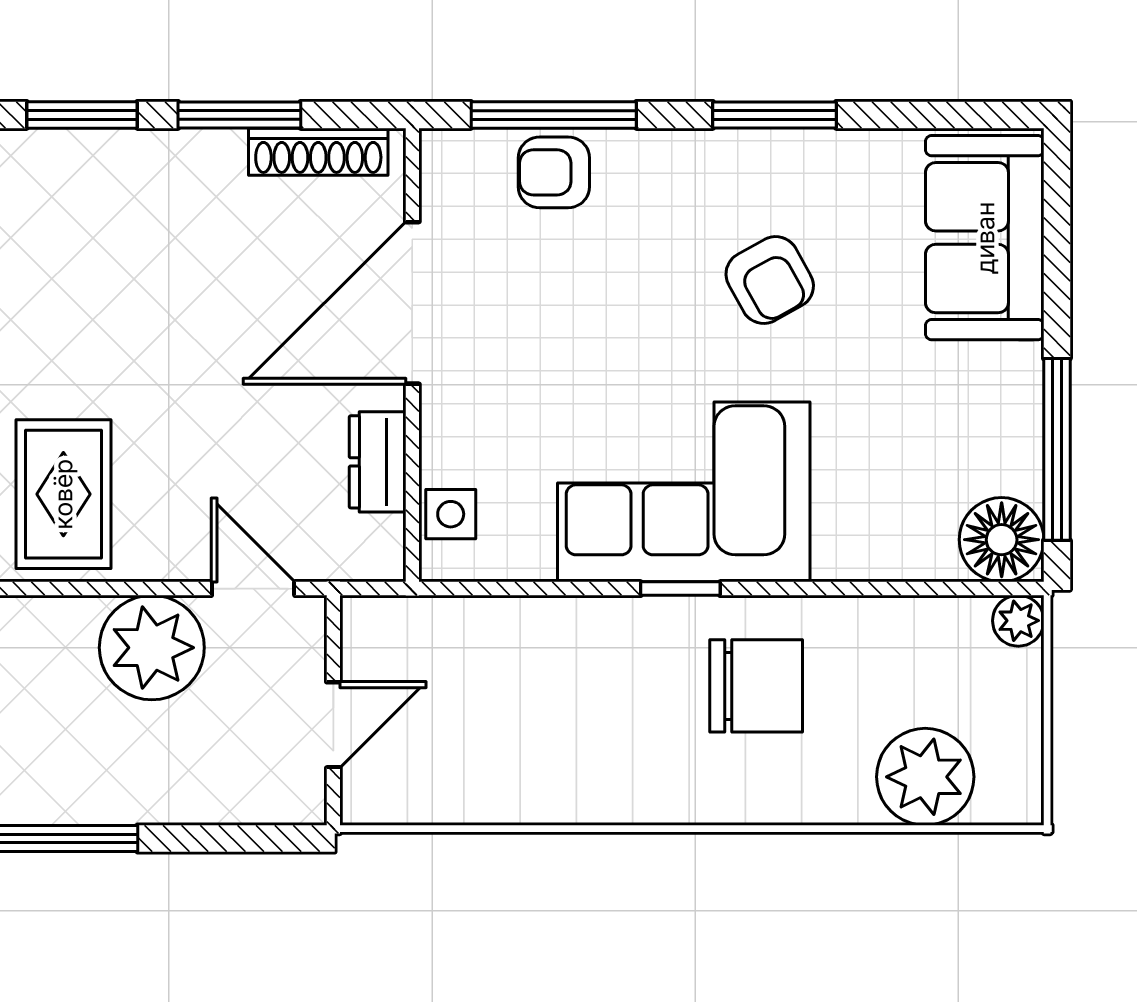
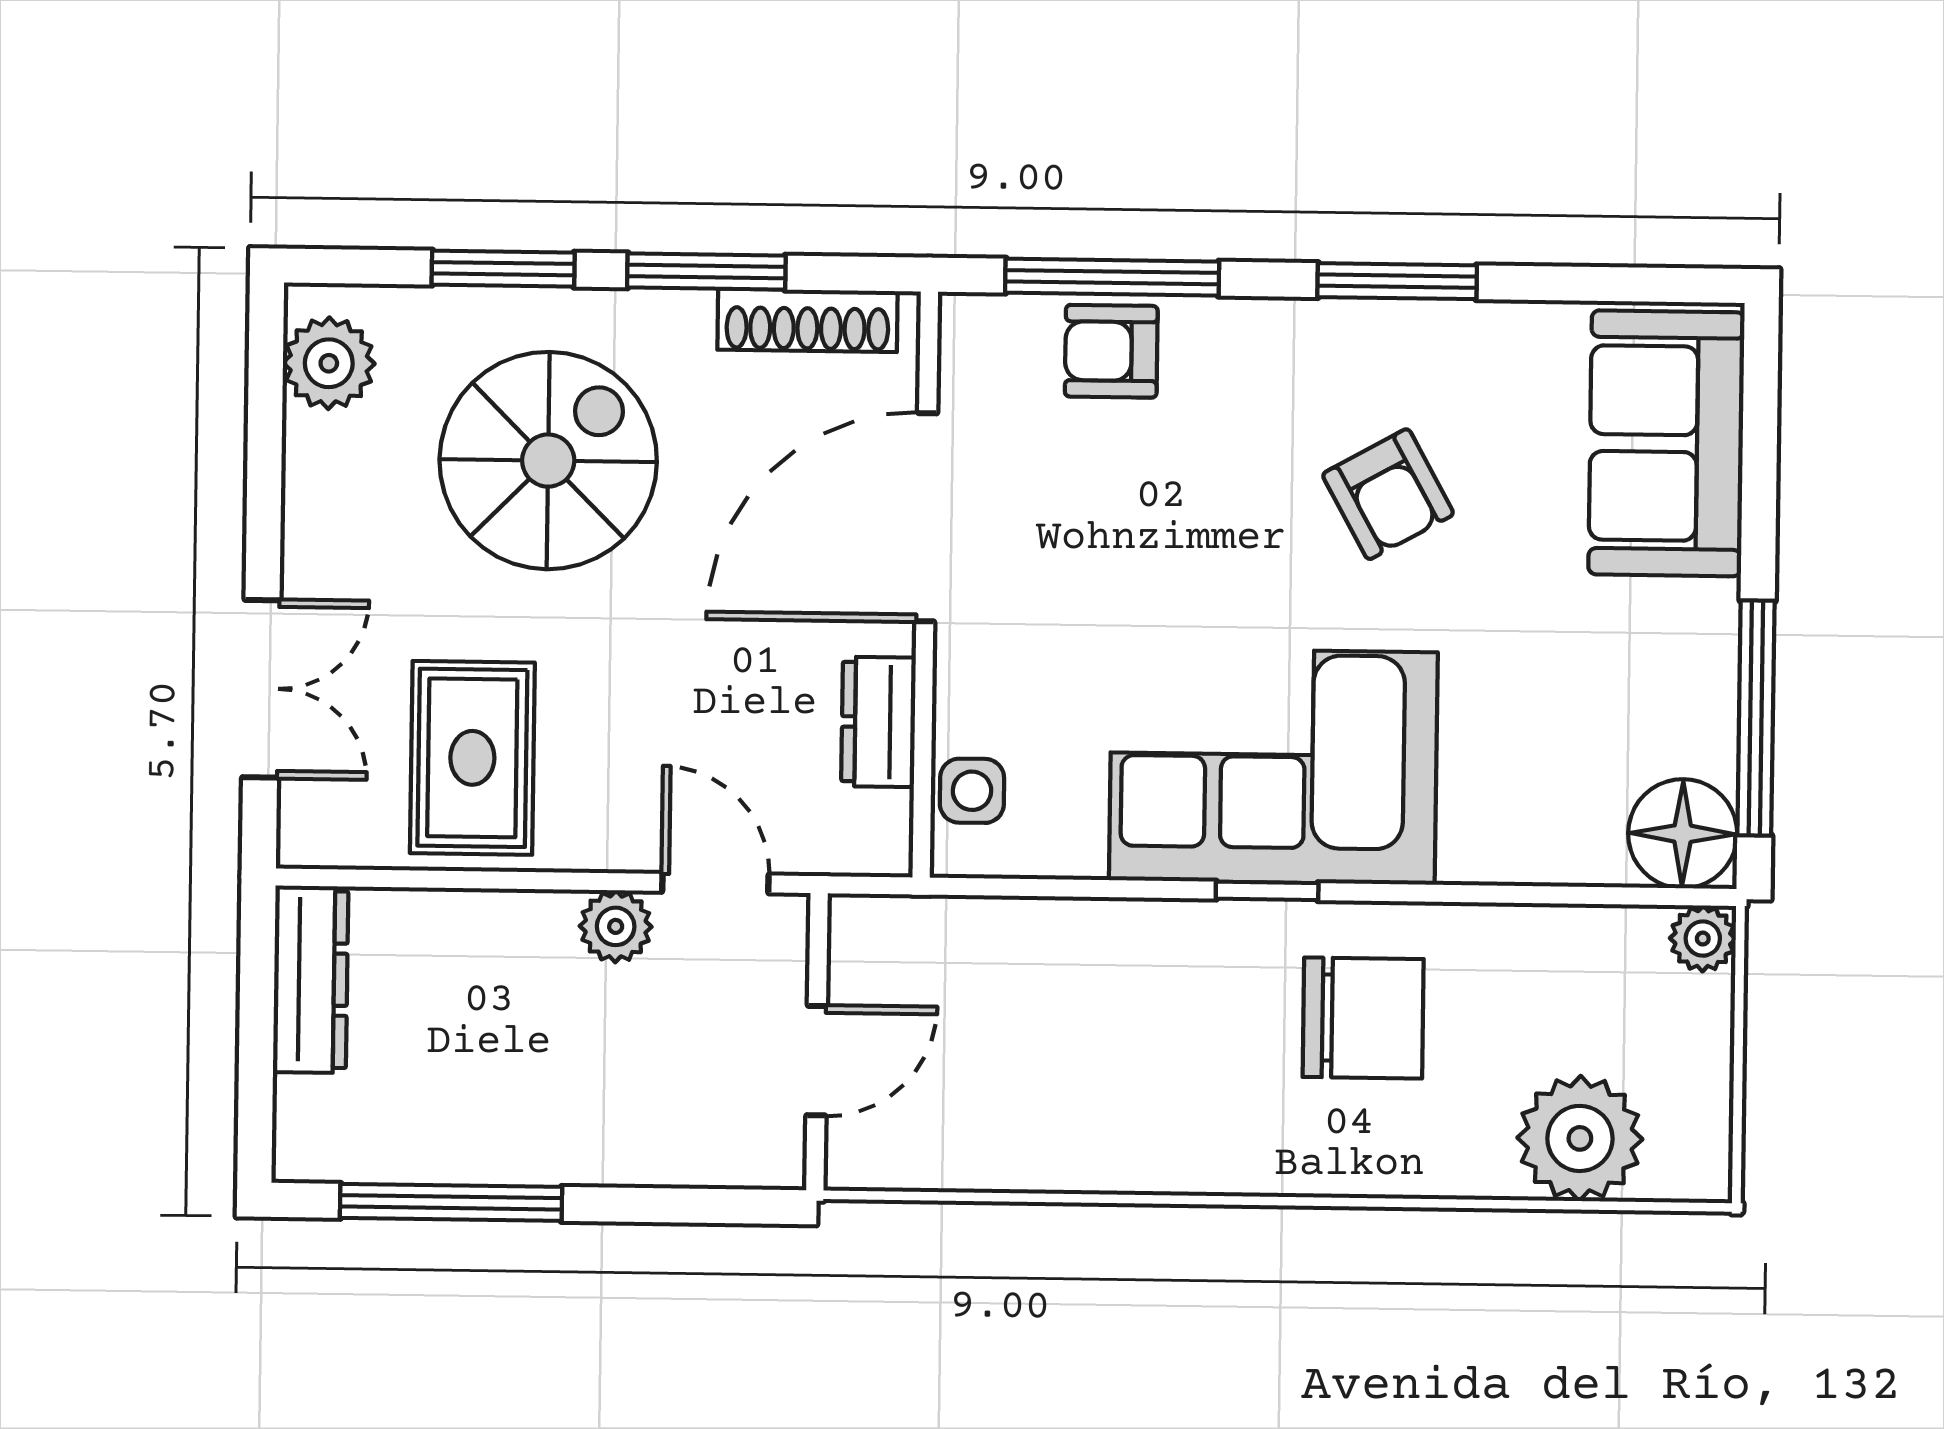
spiral stairs: (119, 263) -> (548, 461), added
plant: (152, 648) -> (616, 926), width x0.53, depth x0.53

